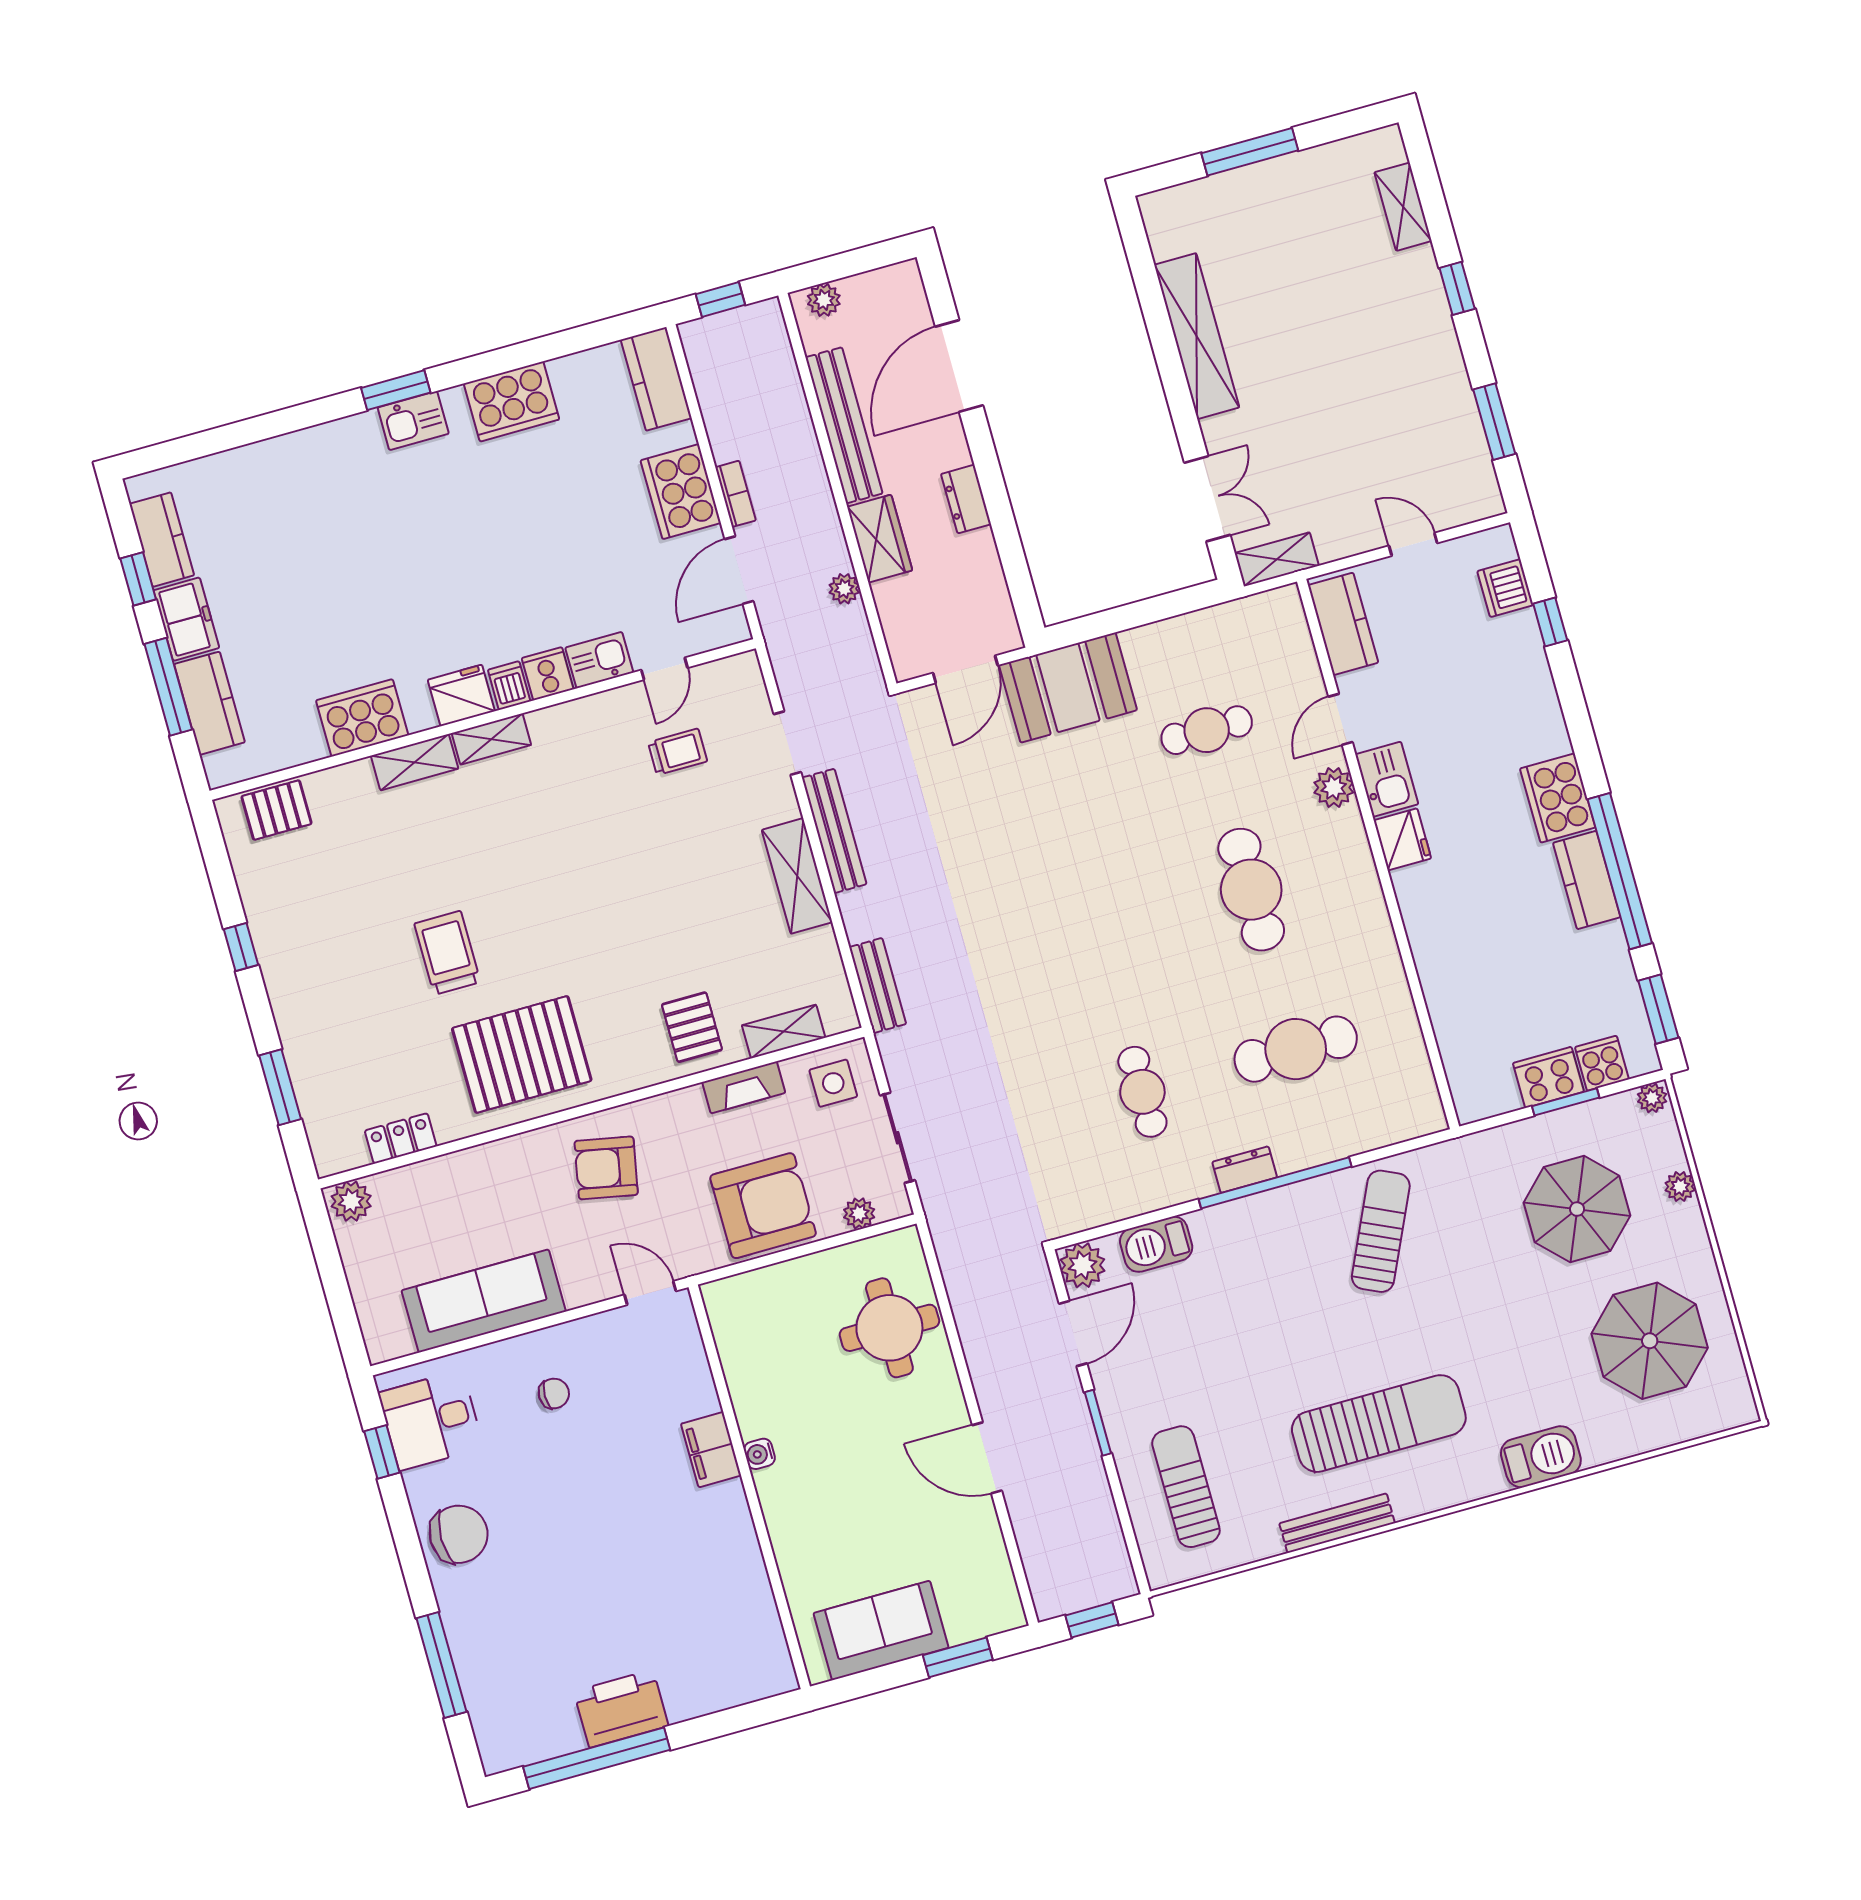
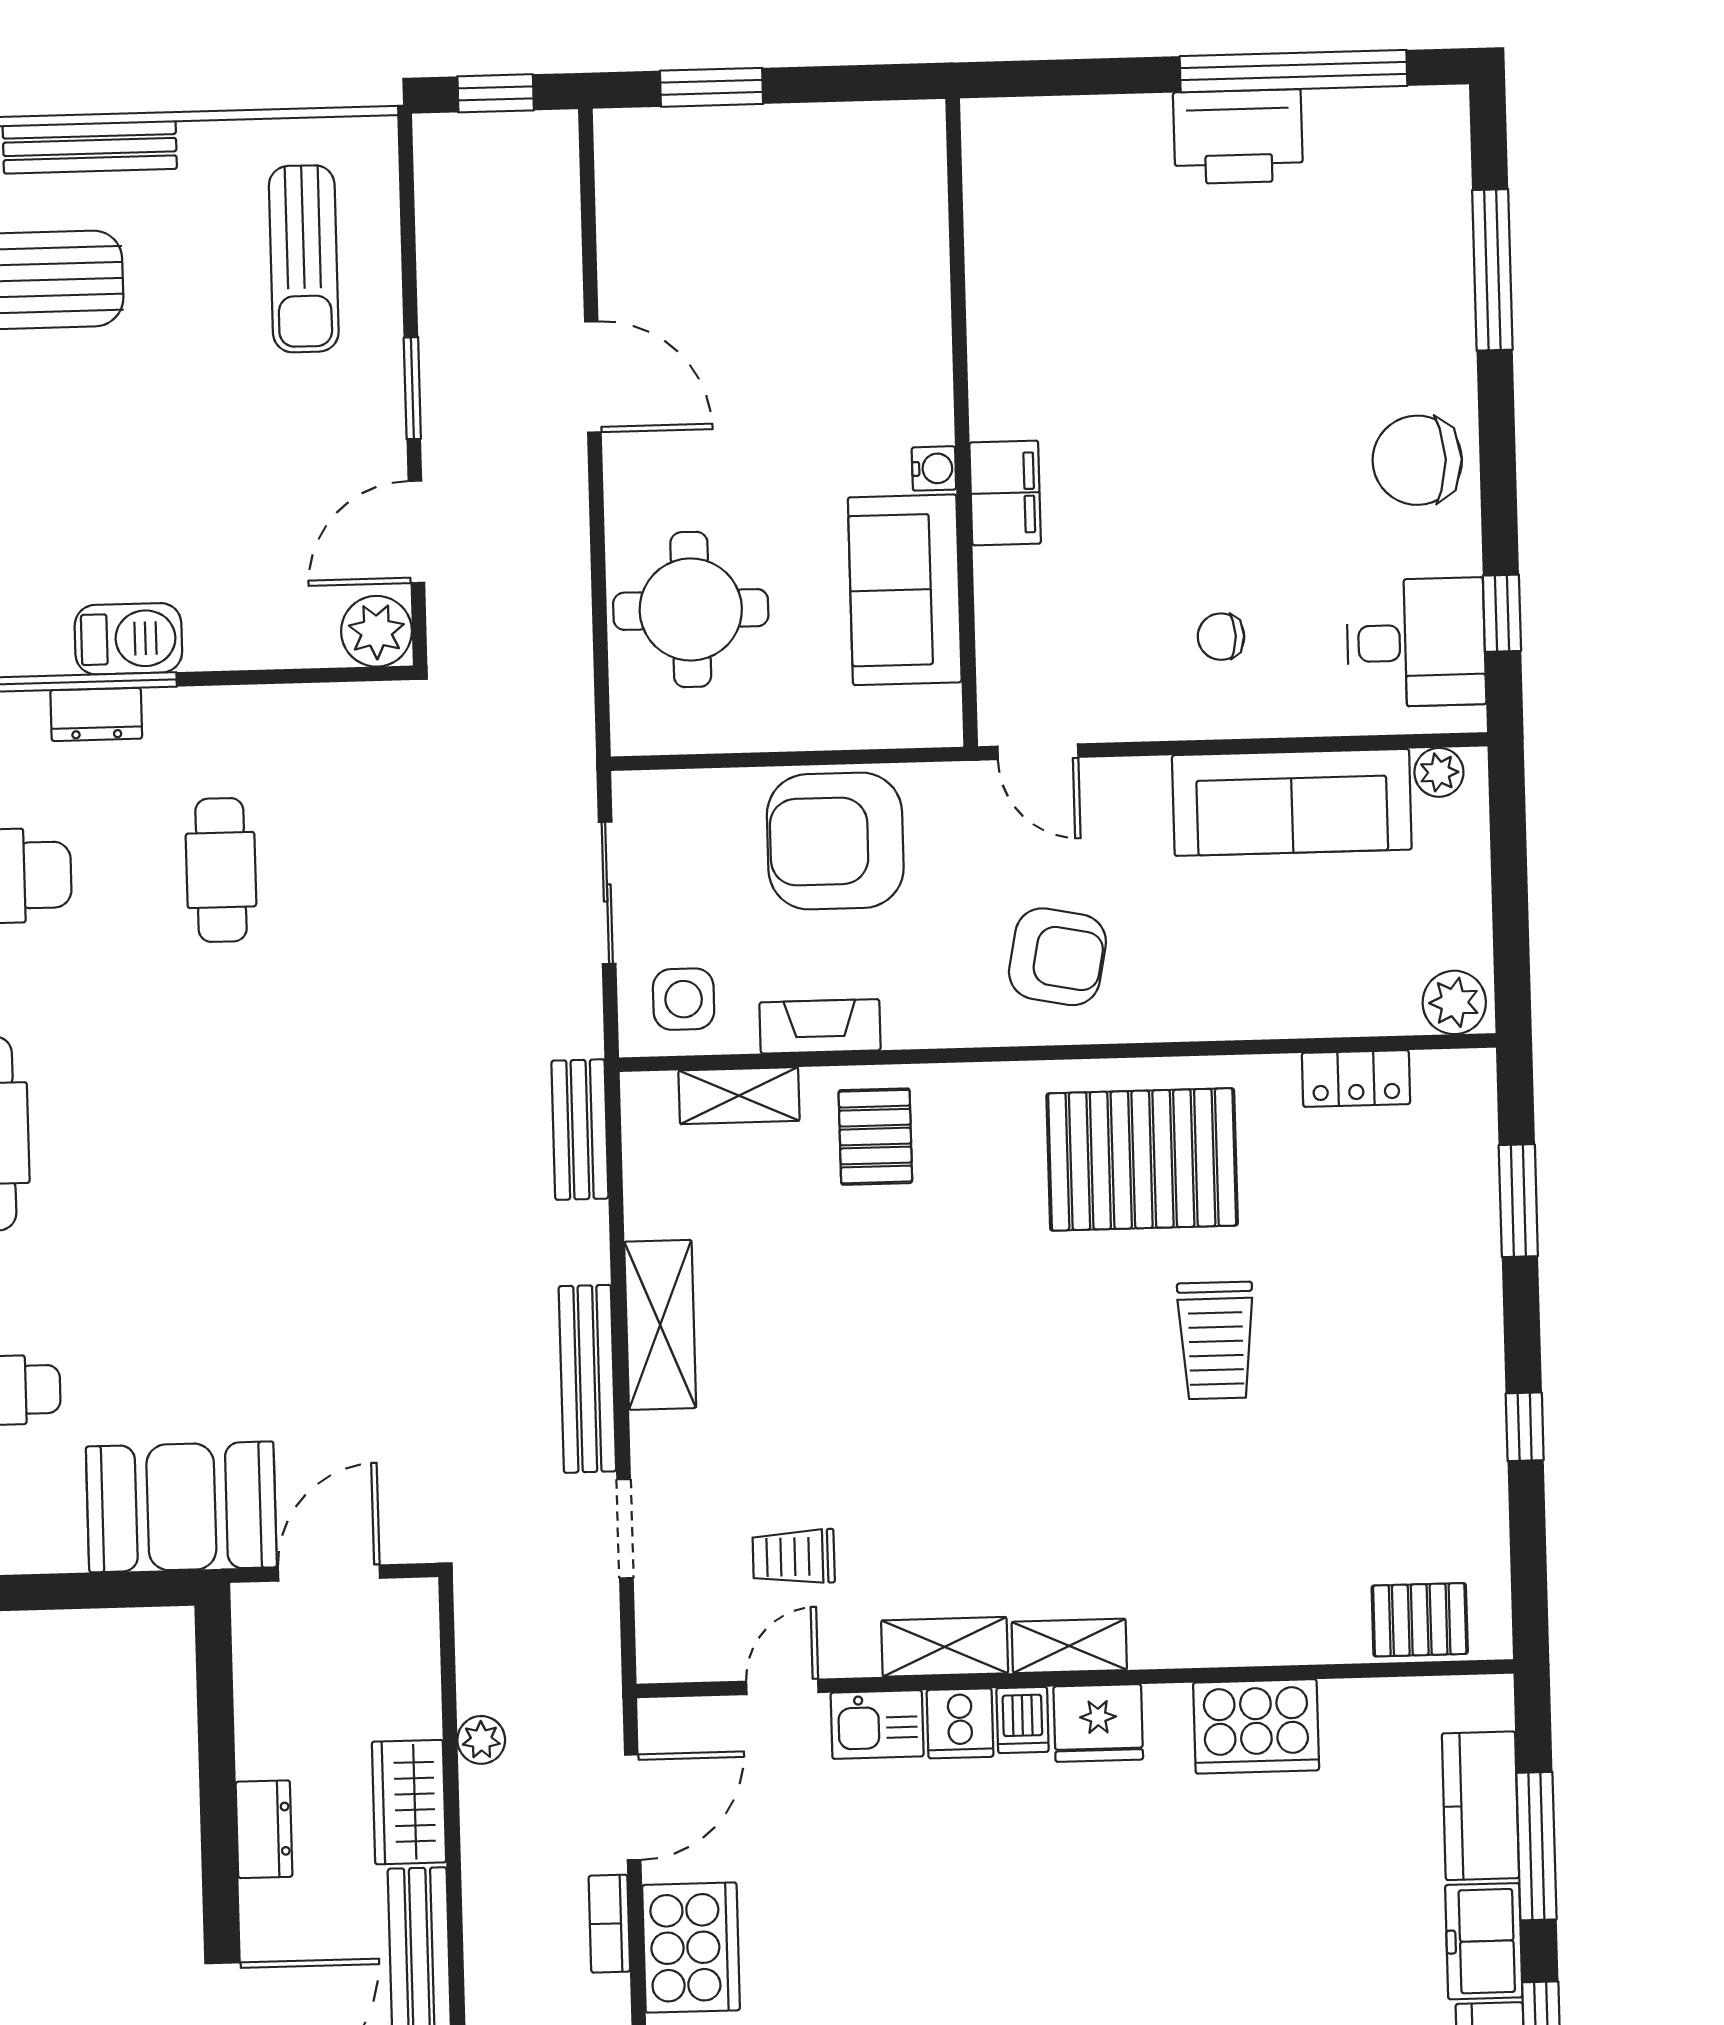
shelving: (415, 762) -> (945, 1647), moved
plant: (859, 1213) -> (1439, 772), moved
barbecue: (1156, 1244) -> (128, 639), moved
sofa: (881, 1630) -> (905, 590), moved, turned 90

